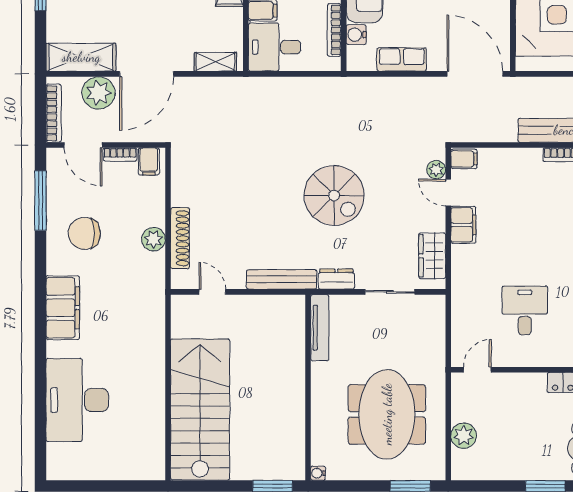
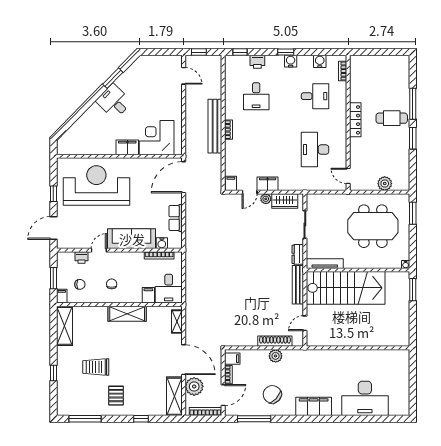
plant: (436, 170) -> (266, 199), moved
spiral stairs: (334, 196) -> (251, 256), removed
chair: (84, 233) -> (272, 394), turned 133
desk: (525, 310) -> (315, 150), width x1.37
stairs: (200, 409) -> (346, 288), moved, turned 180

